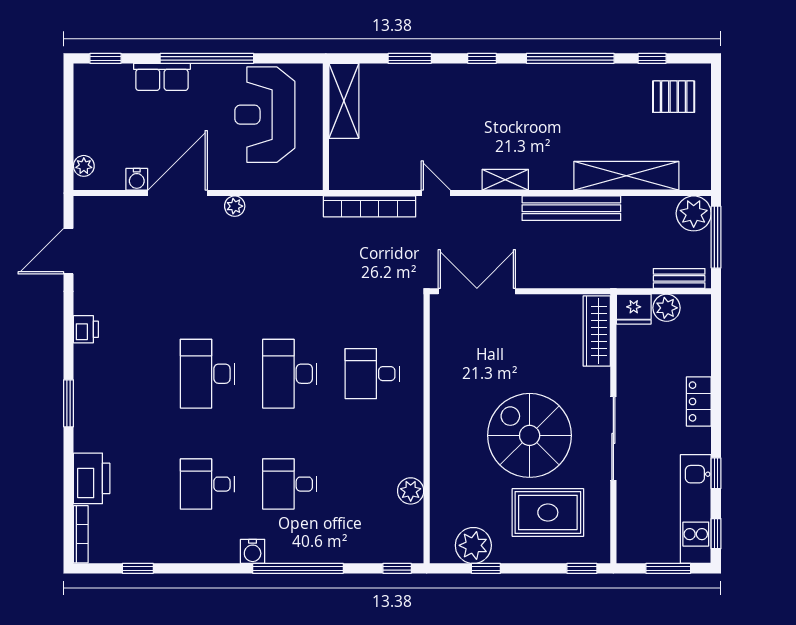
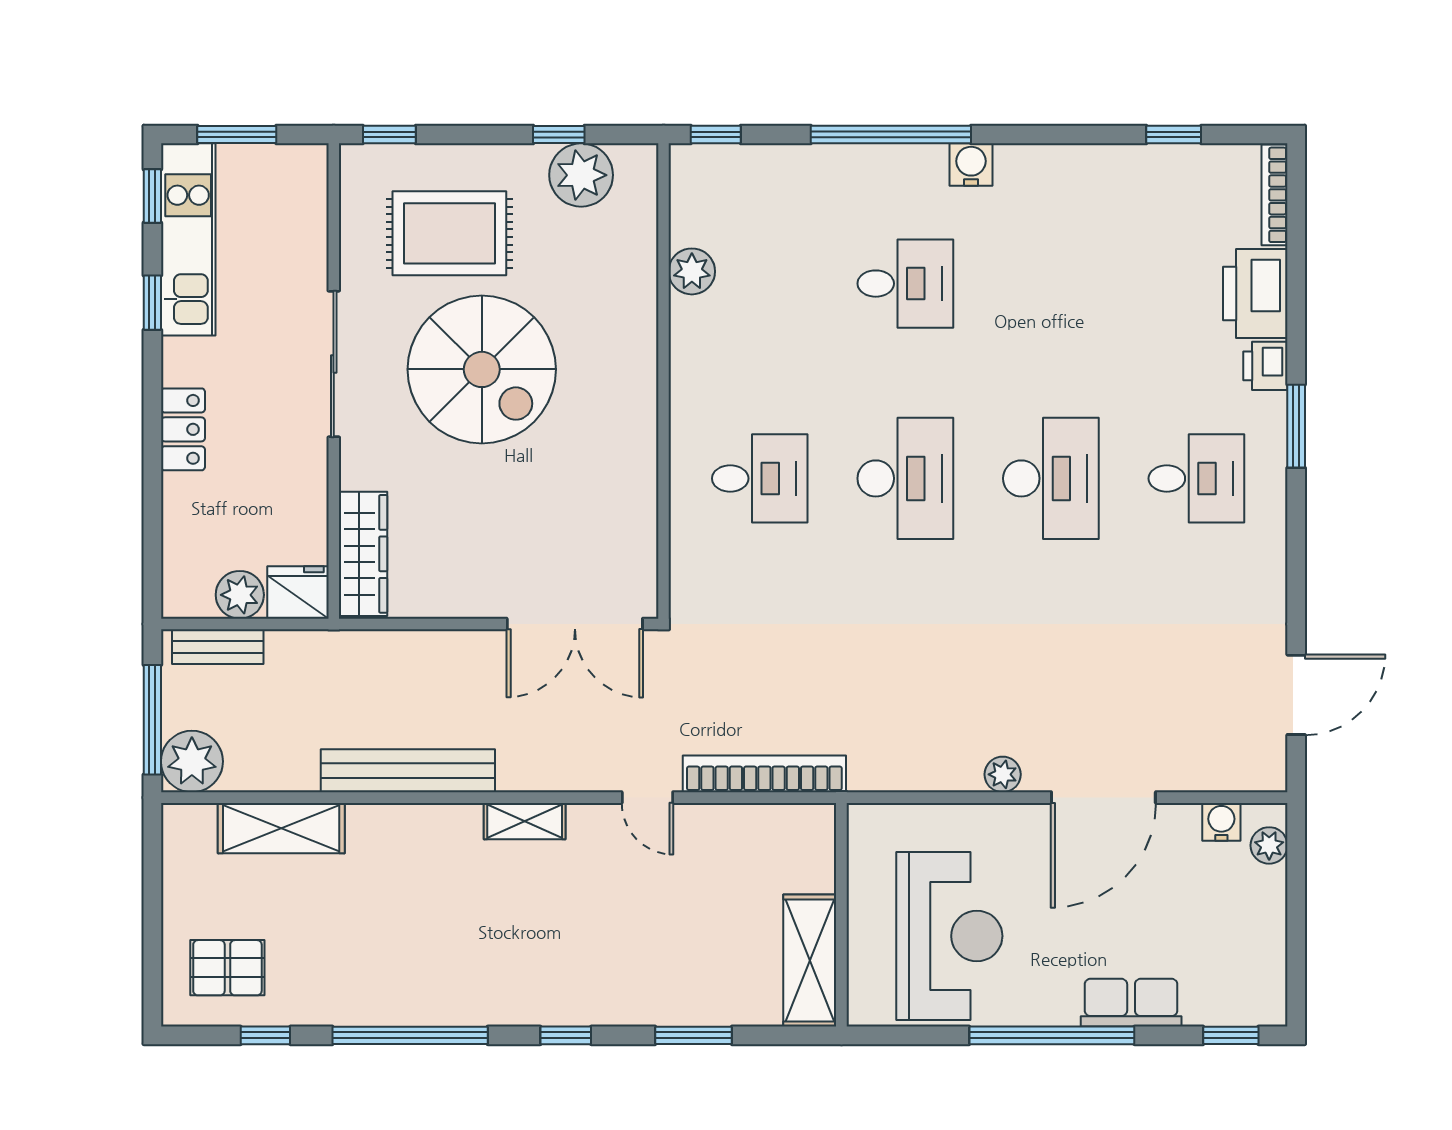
shelving: (626, 176) -> (281, 828), width x0.68
water cooler: (137, 179) -> (1221, 822), moved
printer: (86, 329) -> (1265, 366), moved
desk: (207, 484) -> (1196, 478), moved

